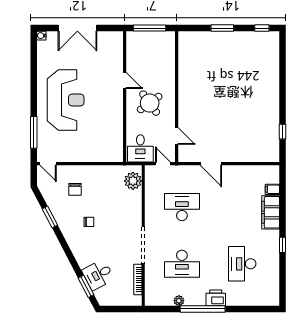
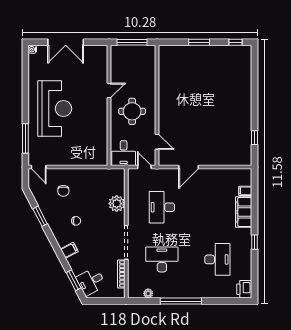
door: (125, 80) -> (109, 91), hinge flipped
round table: (150, 103) -> (132, 111), turned 36
door: (211, 164) -> (189, 167), hinge flipped
plant: (133, 181) -> (117, 204), moved
desk: (182, 207) -> (162, 207), turned -90
filing cabinet: (82, 254) -> (69, 250), added
desk: (182, 264) -> (162, 259), turned 180
desk: (242, 264) -> (217, 259), turned 180
desk: (98, 275) -> (91, 281), moved
printer: (216, 298) -> (244, 289), moved, turned -90
plant: (179, 301) -> (148, 293), moved

